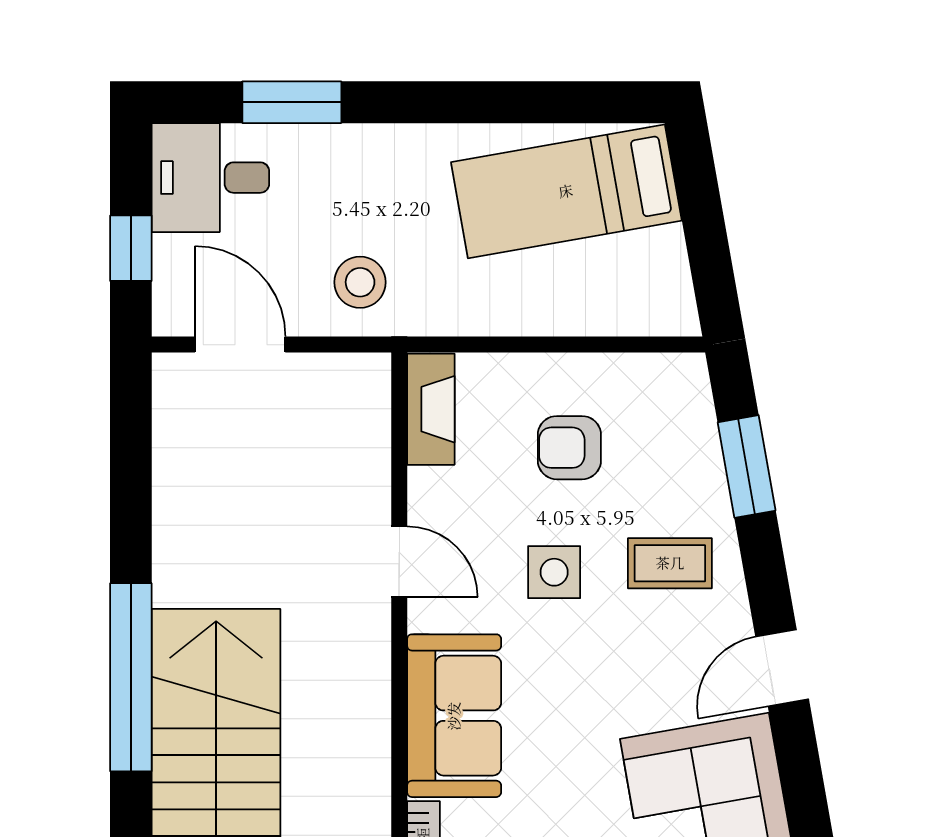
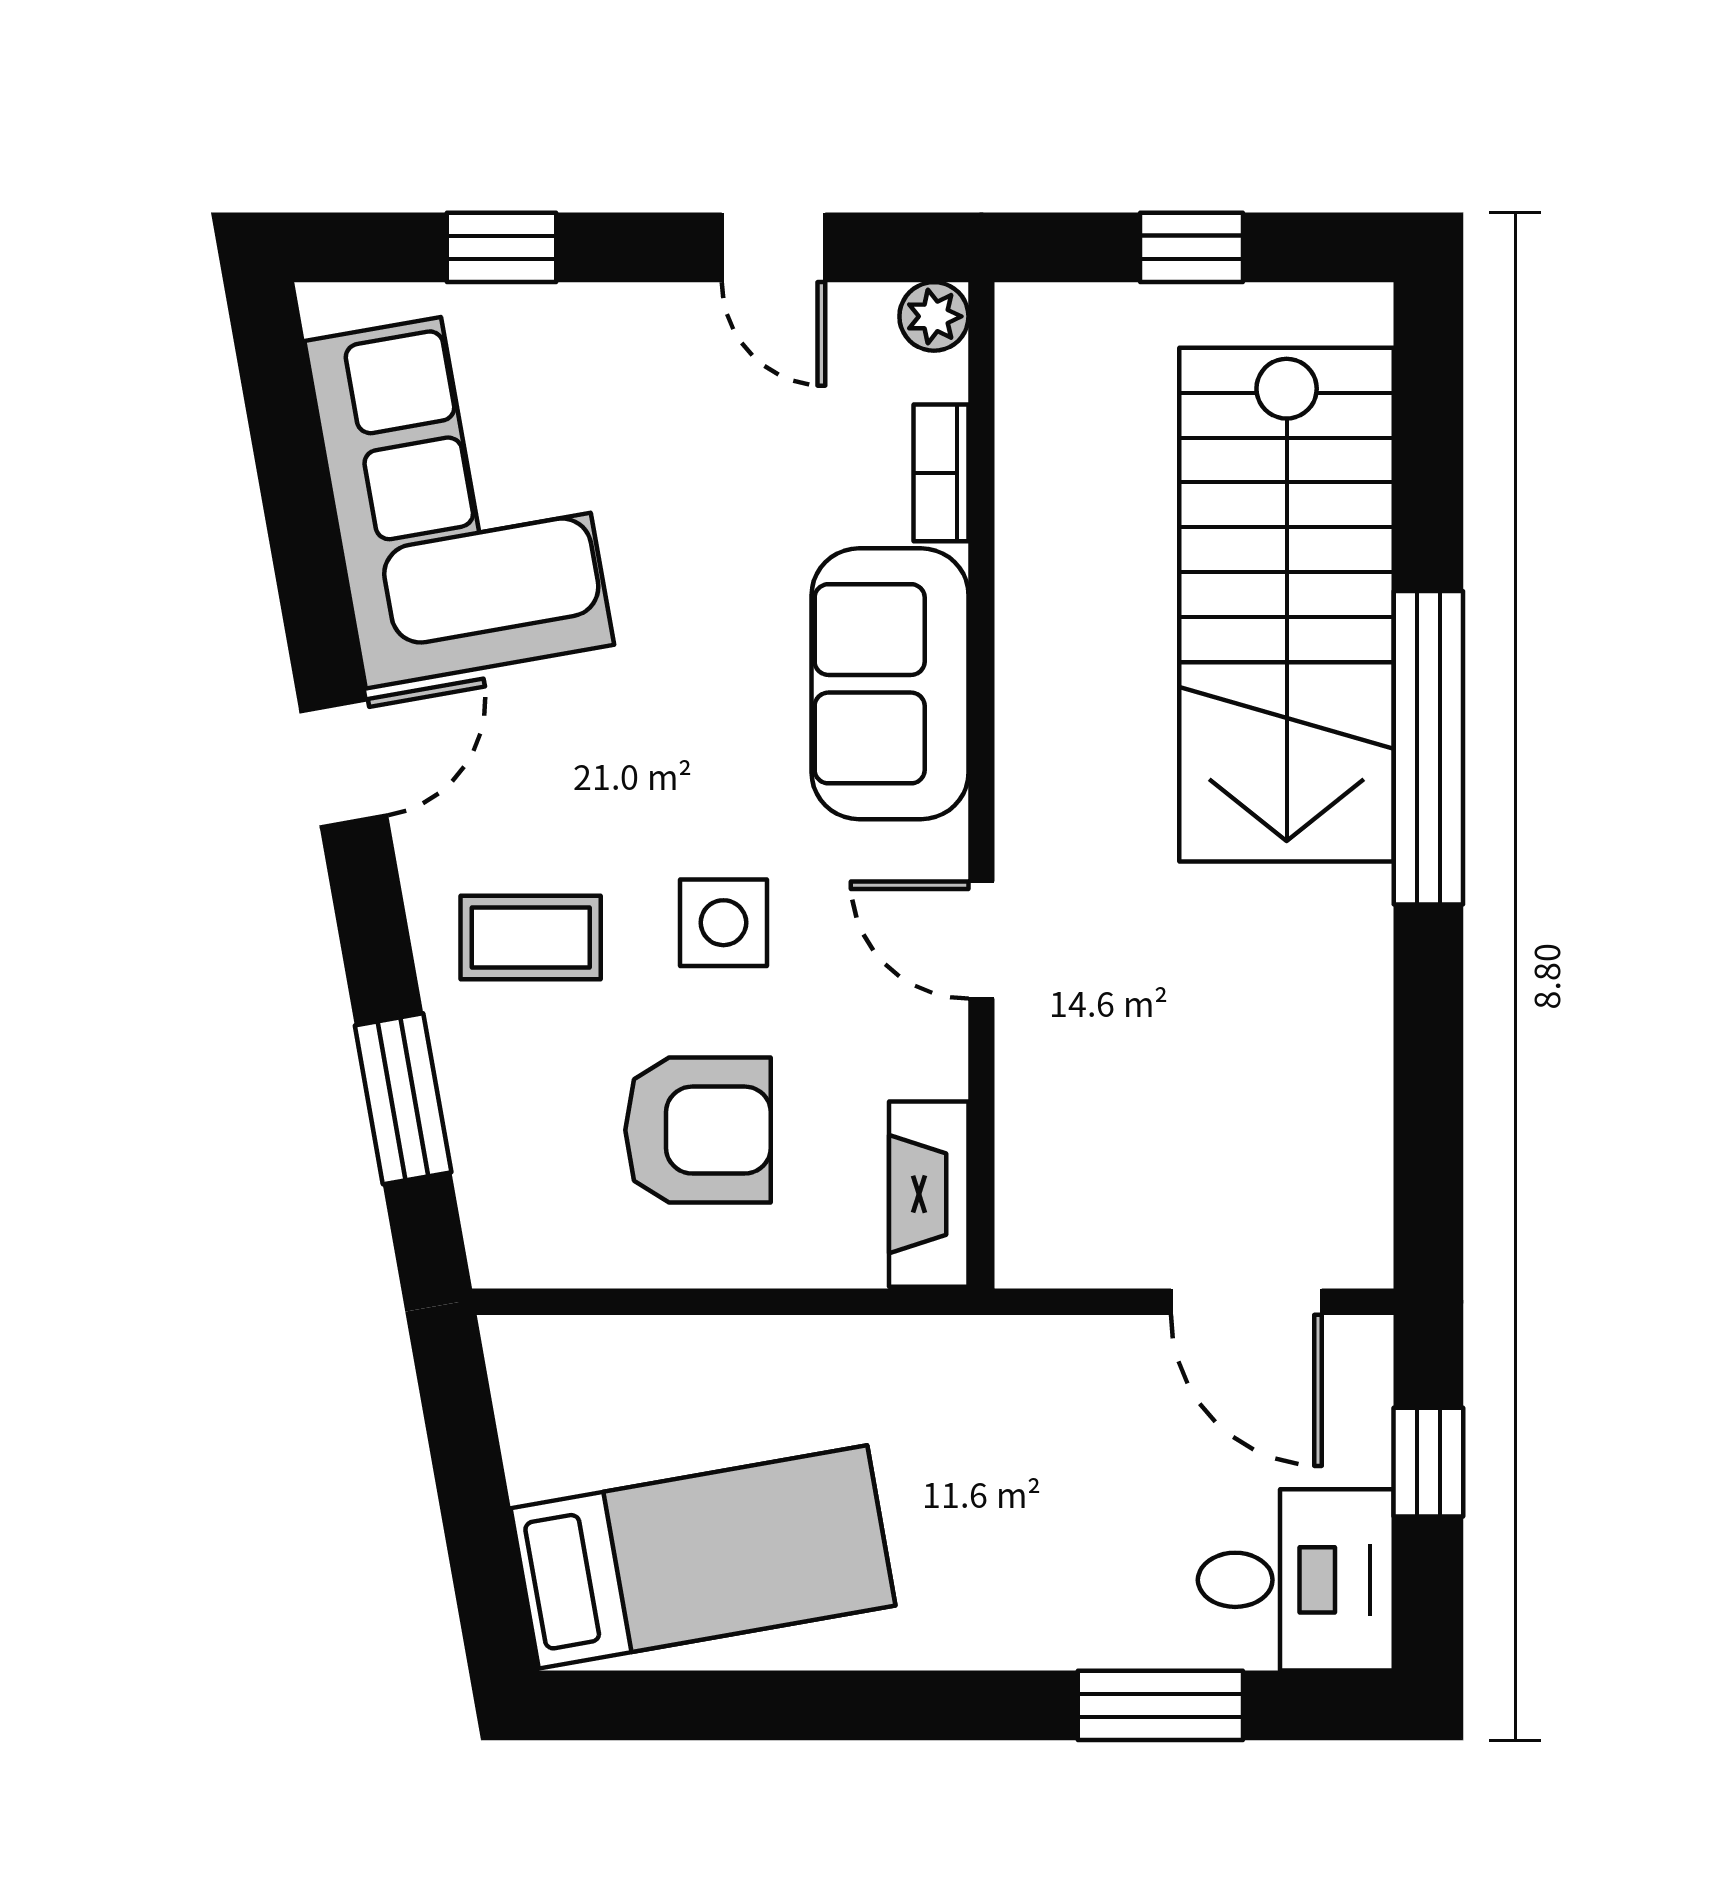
stool: (360, 282) -> (1047, 1405), removed
armchair: (569, 448) -> (698, 1130), width x1.38, depth x1.38

